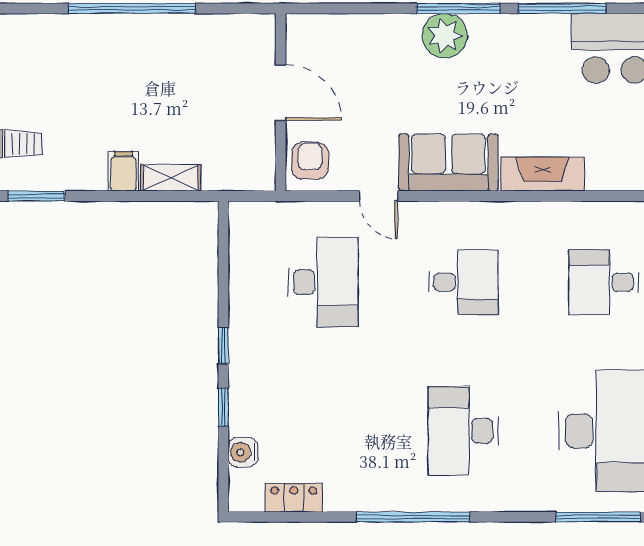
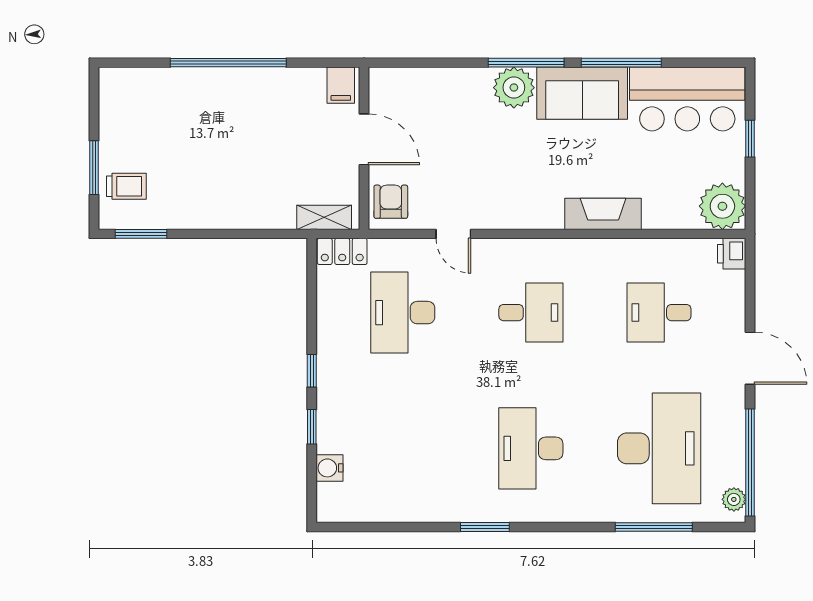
sofa: (448, 163) -> (582, 93), moved, turned 180
filing cabinet: (123, 171) -> (341, 85), moved, turned 180
shelving: (171, 178) -> (324, 217), moved
desk: (323, 282) -> (403, 313), turned 180
locker: (294, 498) -> (342, 251), moved, turned 180
window: (413, 517) -> (485, 527), width x0.47

